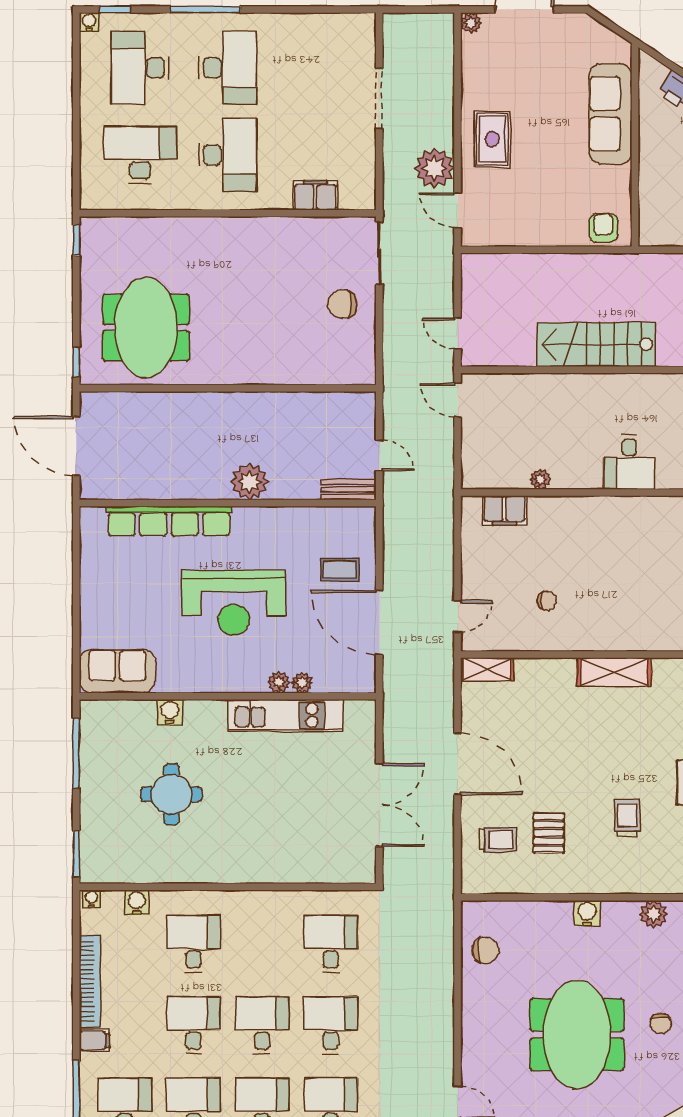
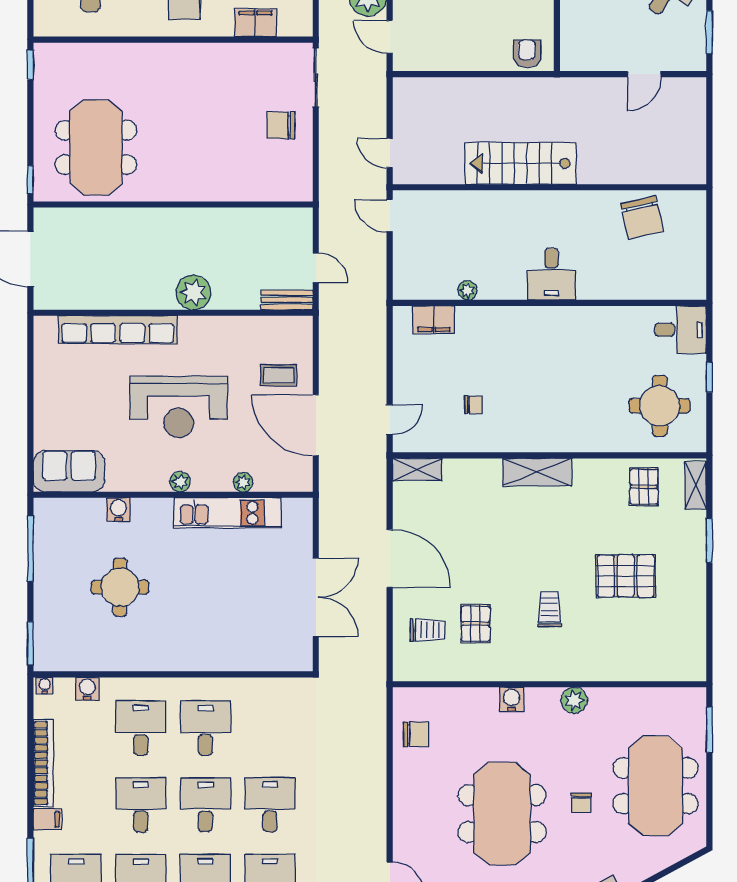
plant: (279, 682) -> (180, 482), moved
desk: (331, 944) -> (205, 728), moved

